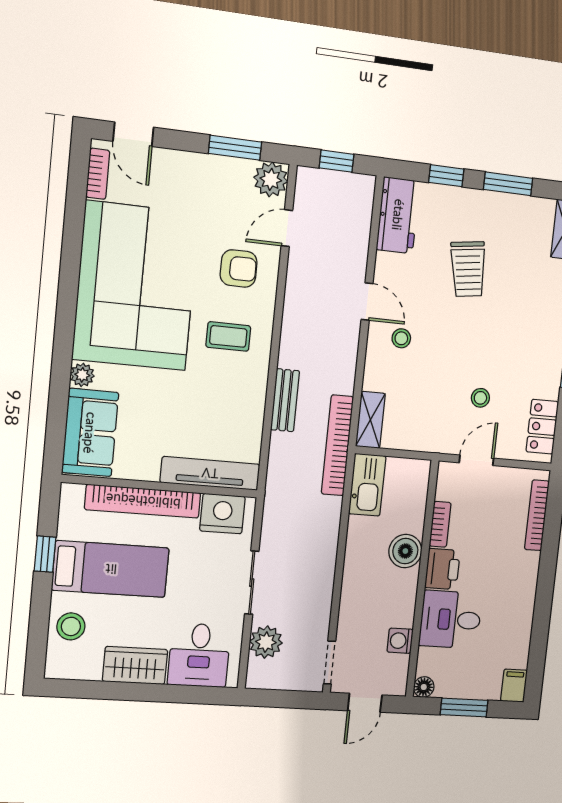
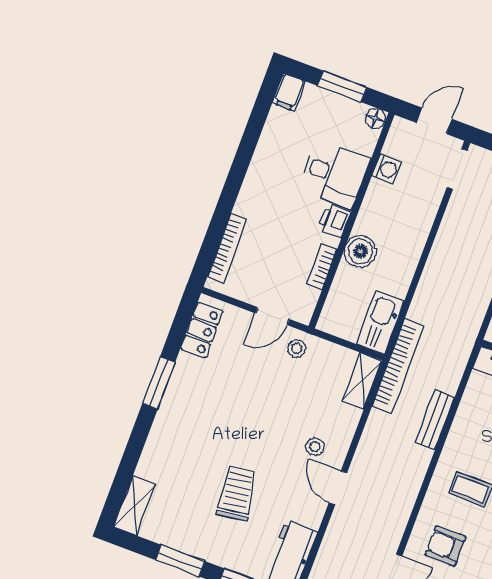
stool: (480, 398) -> (297, 349), moved
printer: (442, 569) -> (334, 221), width x0.73, depth x0.81

